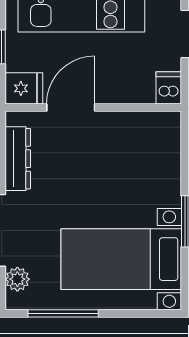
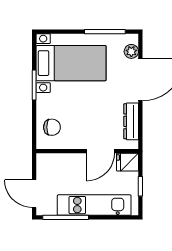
dishwasher: (169, 88) -> (43, 162), removed
chair: (154, 149) -> (52, 127), added

